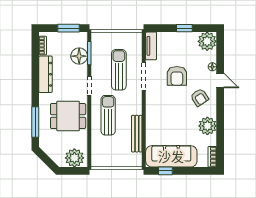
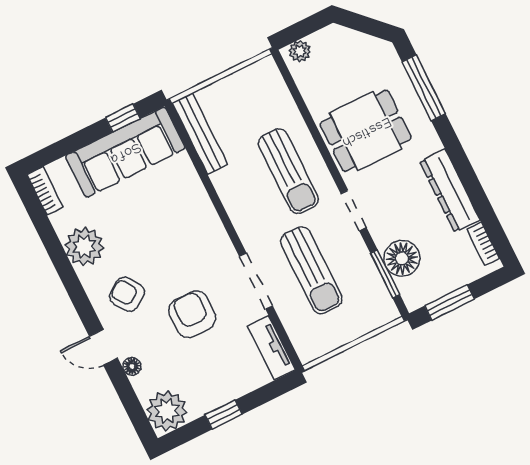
bench: (137, 134) -> (200, 134), moved
plant: (74, 158) -> (300, 51), width x0.53, depth x0.53

